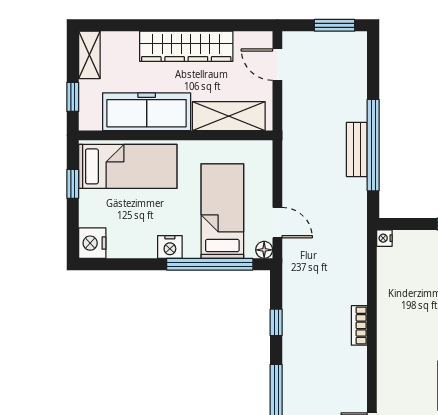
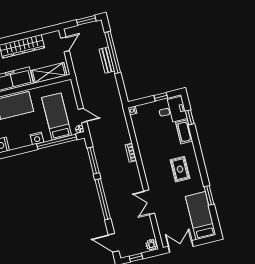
door: (277, 65) -> (65, 44), swing flipped
window: (373, 145) -> (113, 52), moved
bench: (357, 149) -> (107, 60), moved
window: (276, 322) -> (93, 160), width x2.17

